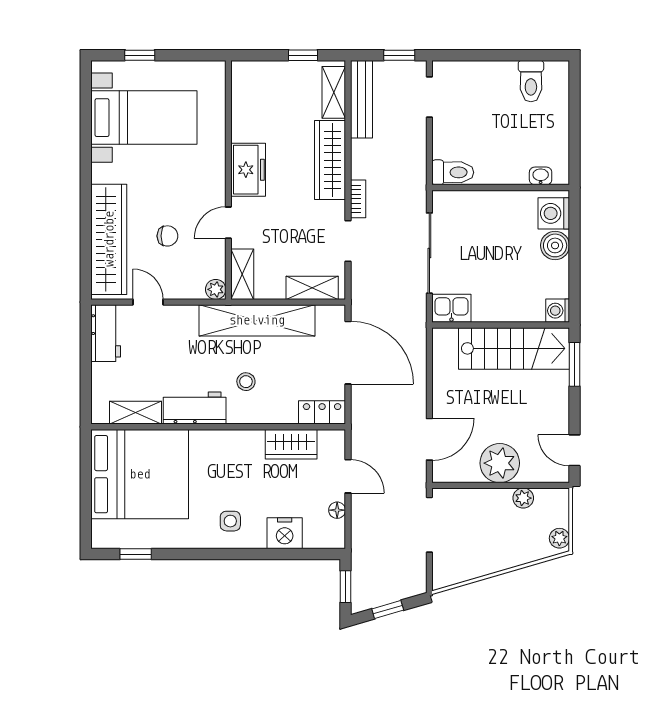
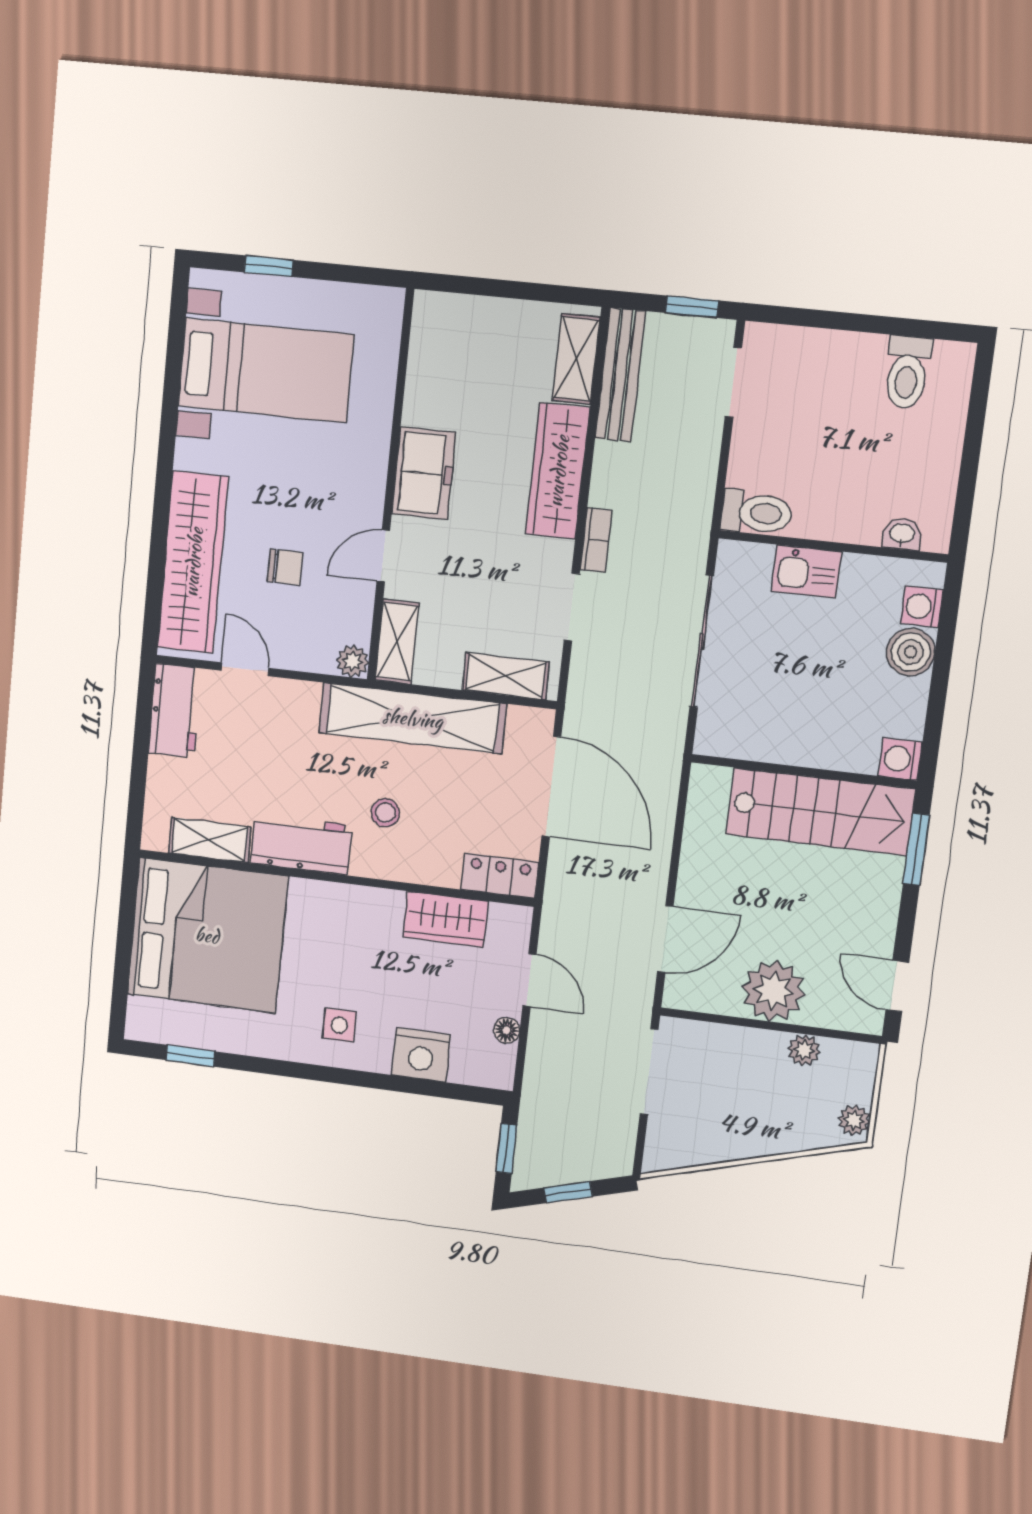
window: (303, 55) -> (533, 291), removed
washing machine: (554, 213) -> (922, 607), width x0.73, depth x0.73
kitchen sink: (451, 308) -> (806, 571), moved, turned 180

